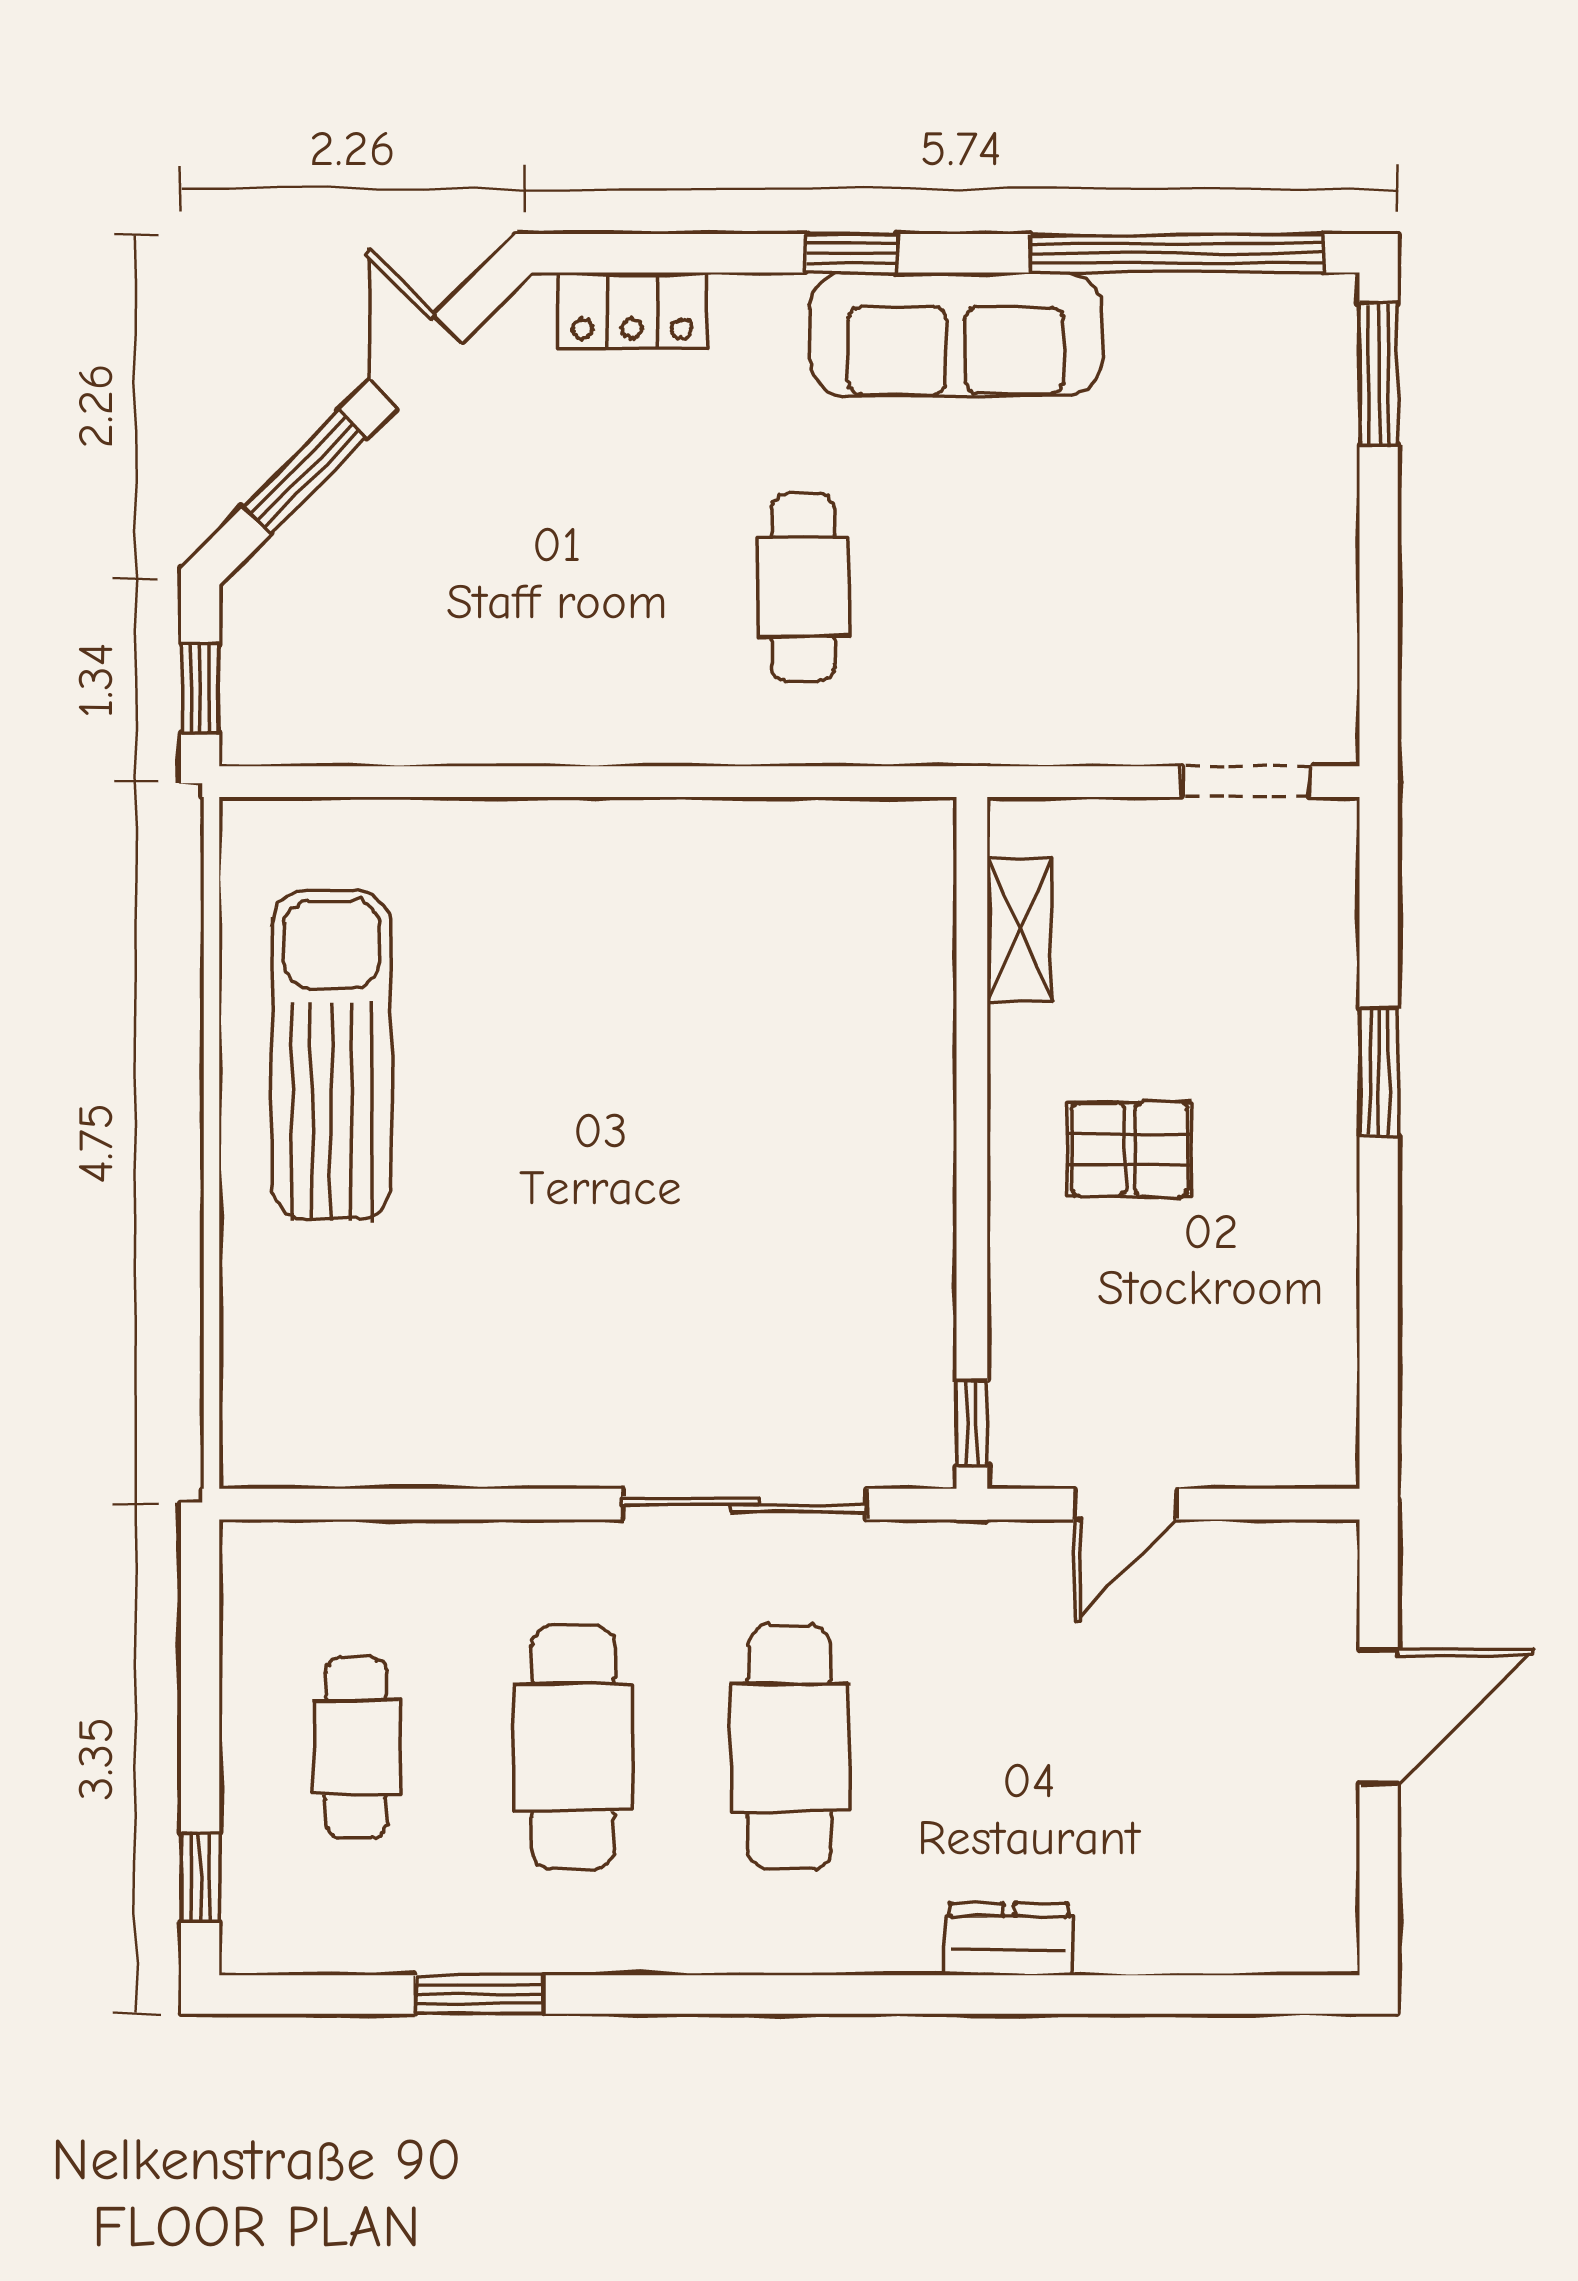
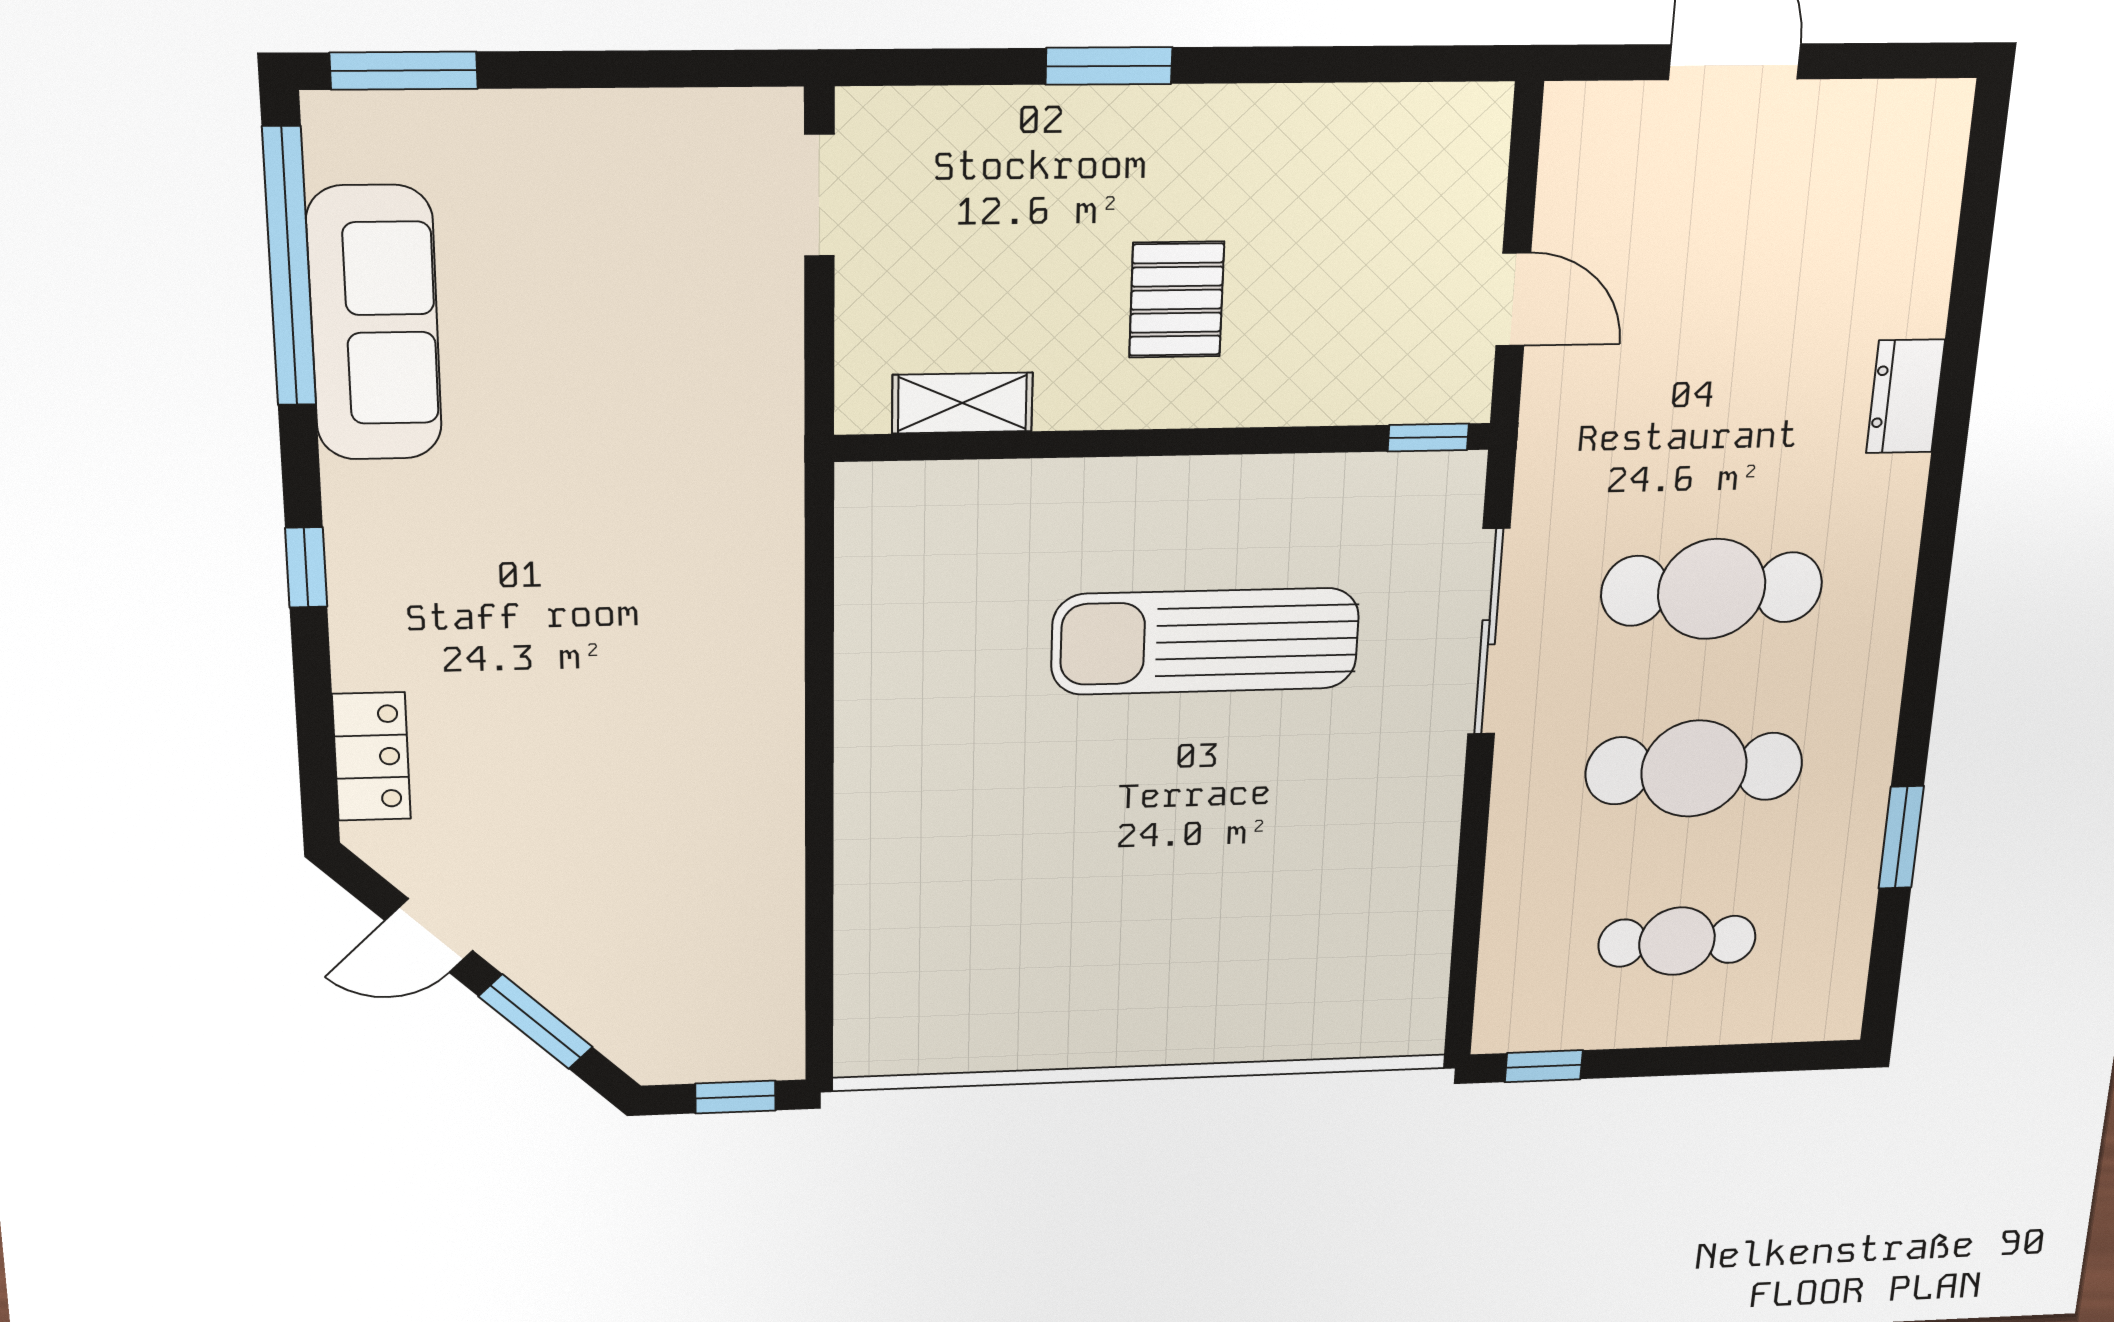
sofa: (956, 334) -> (374, 324), moved
cafe table: (804, 587) -> (633, 602), removed
sun lounger: (331, 1055) -> (1205, 641), moved
window: (200, 1877) -> (1544, 1066), moved

